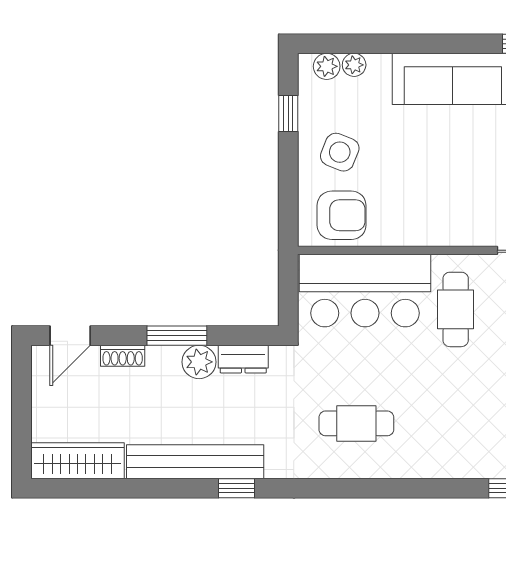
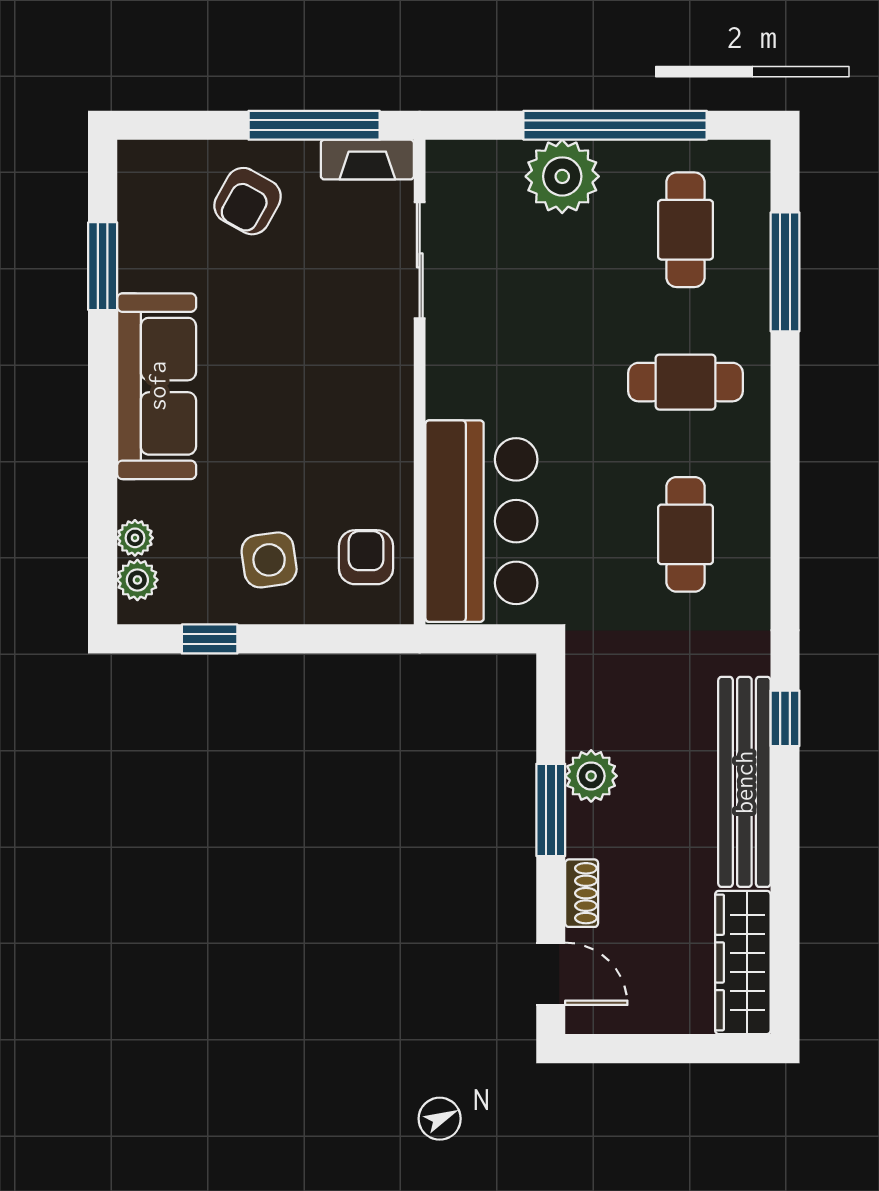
side table: (340, 152) -> (269, 560), turned -30
armchair: (342, 215) -> (366, 557), width x0.72, depth x0.72
cafe table: (456, 309) -> (686, 382), moved
dresser: (243, 359) -> (587, 708), removed

